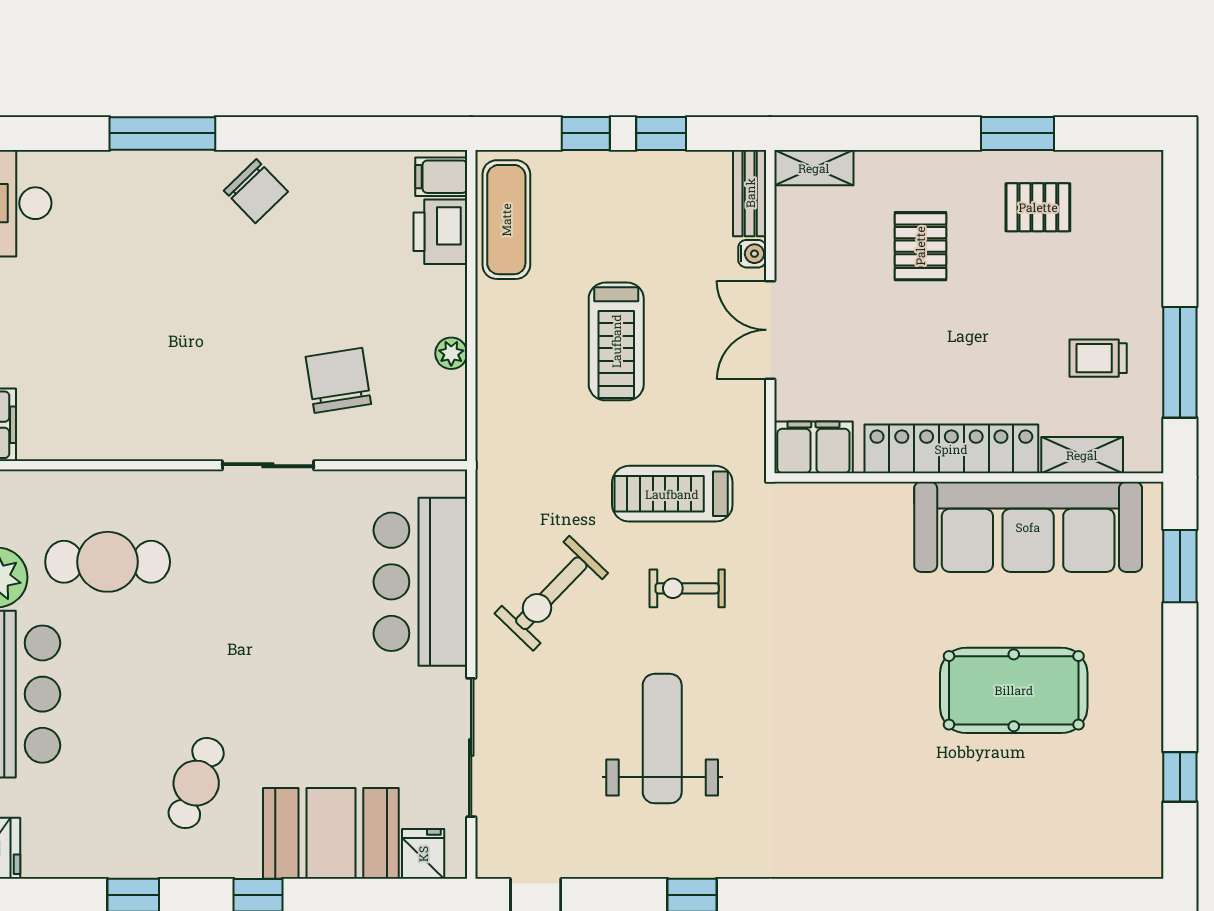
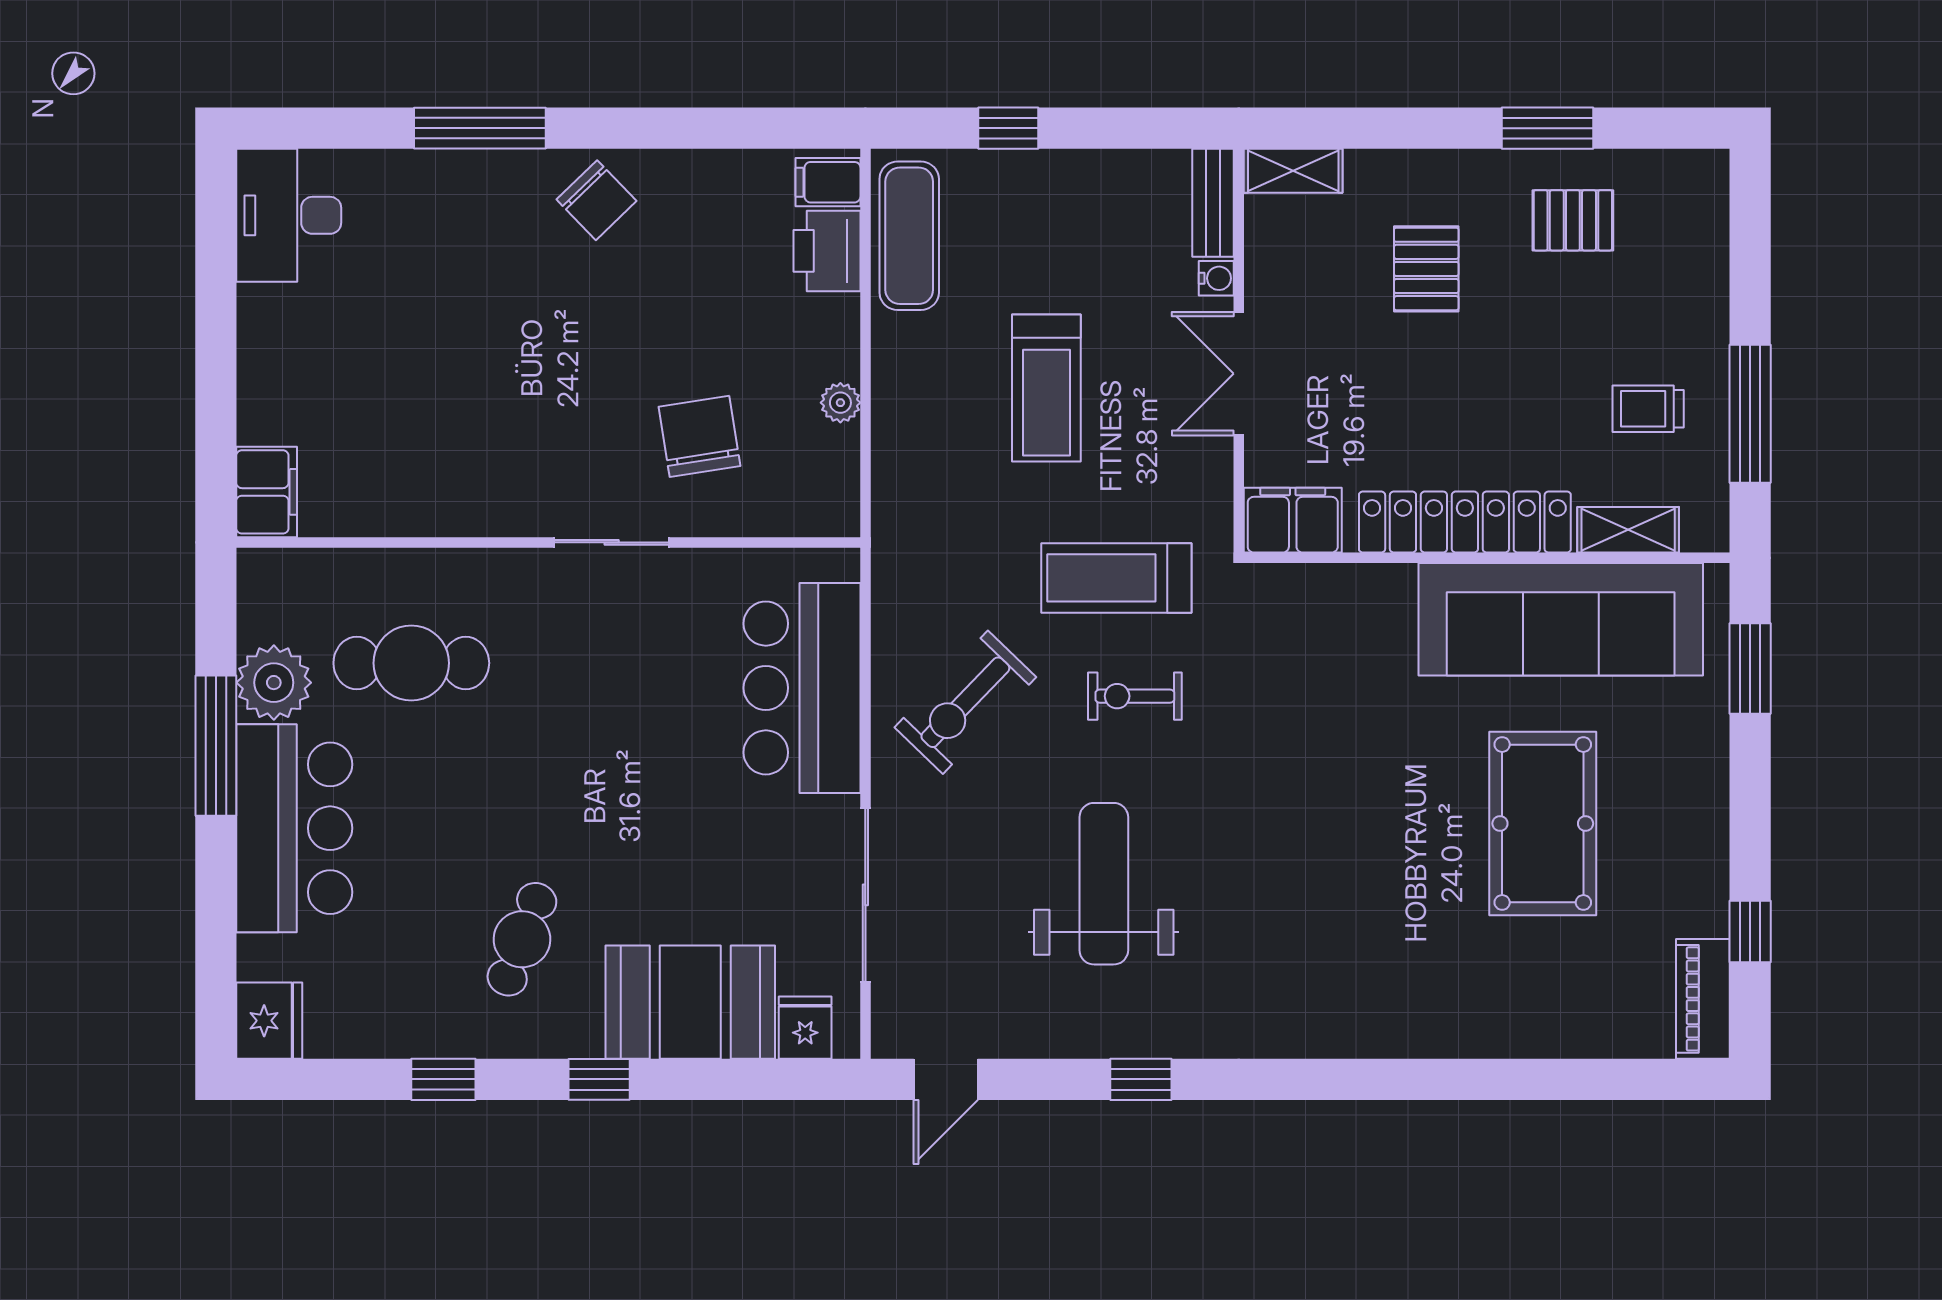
window: (661, 133) -> (1103, 128), removed
pool table: (1014, 690) -> (1543, 823), turned 90
piano: (1142, 831) -> (1703, 999), added

